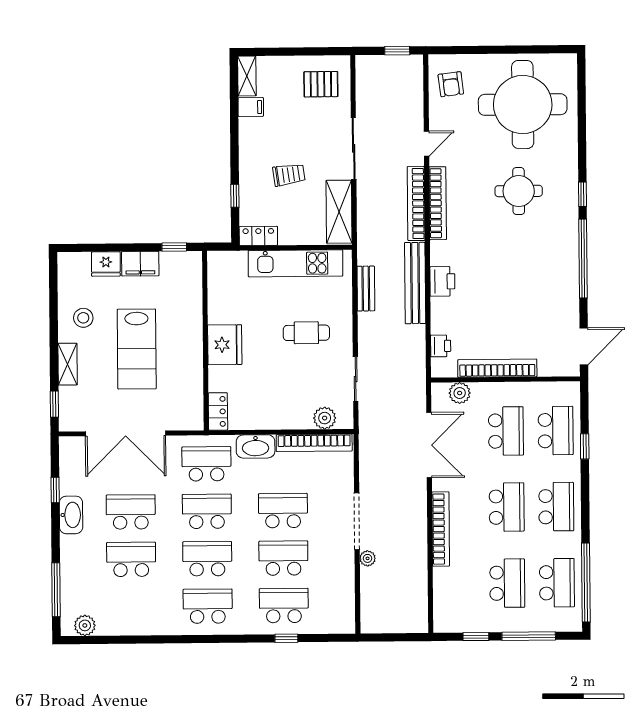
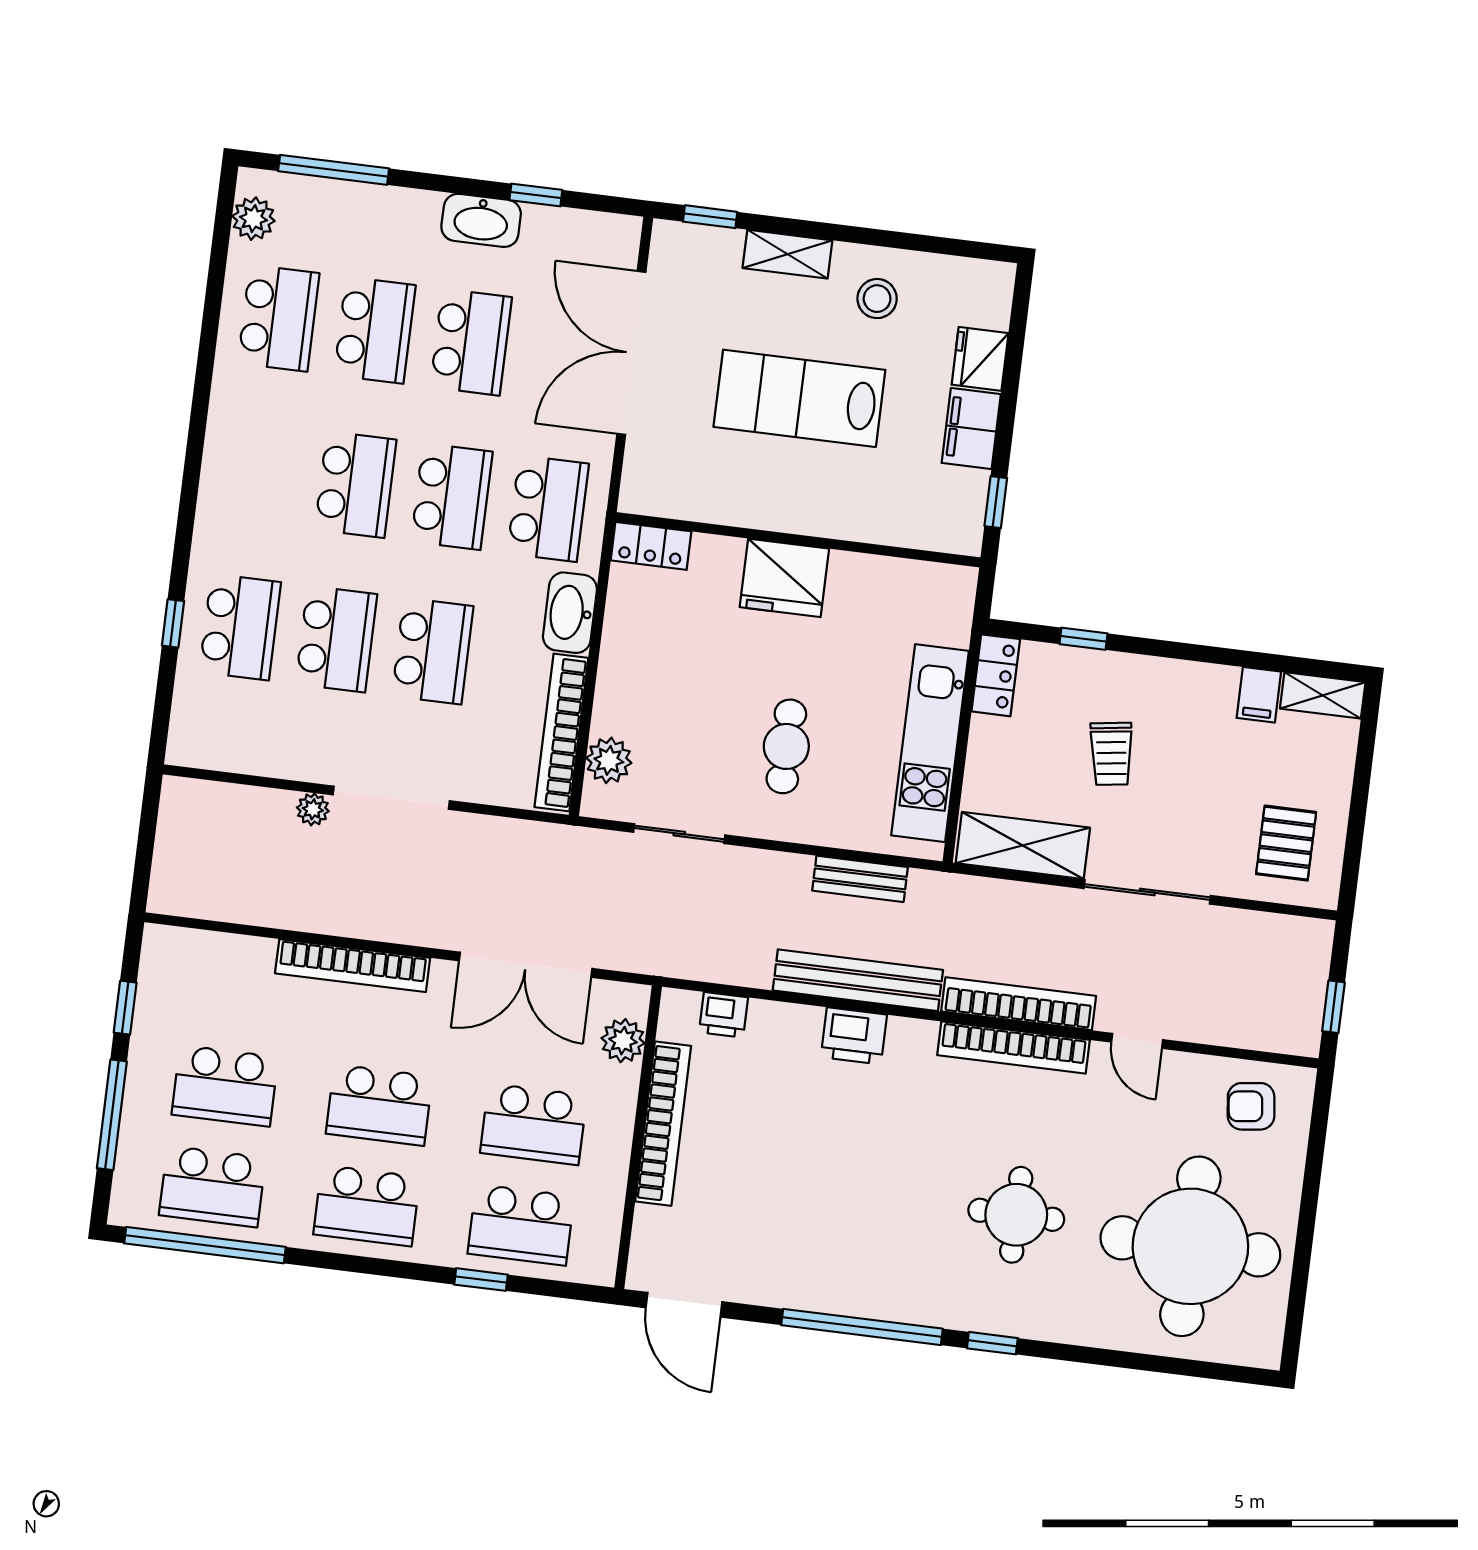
school desk: (208, 606) -> (278, 318), moved

